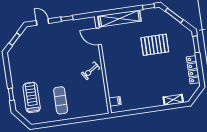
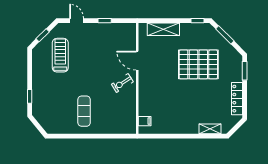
shelving: (120, 18) -> (163, 29), width x0.68
door: (99, 36) -> (137, 61), moved
pallet: (155, 45) -> (198, 64), width x1.37, depth x1.41
treadmill: (32, 97) -> (60, 55), moved

